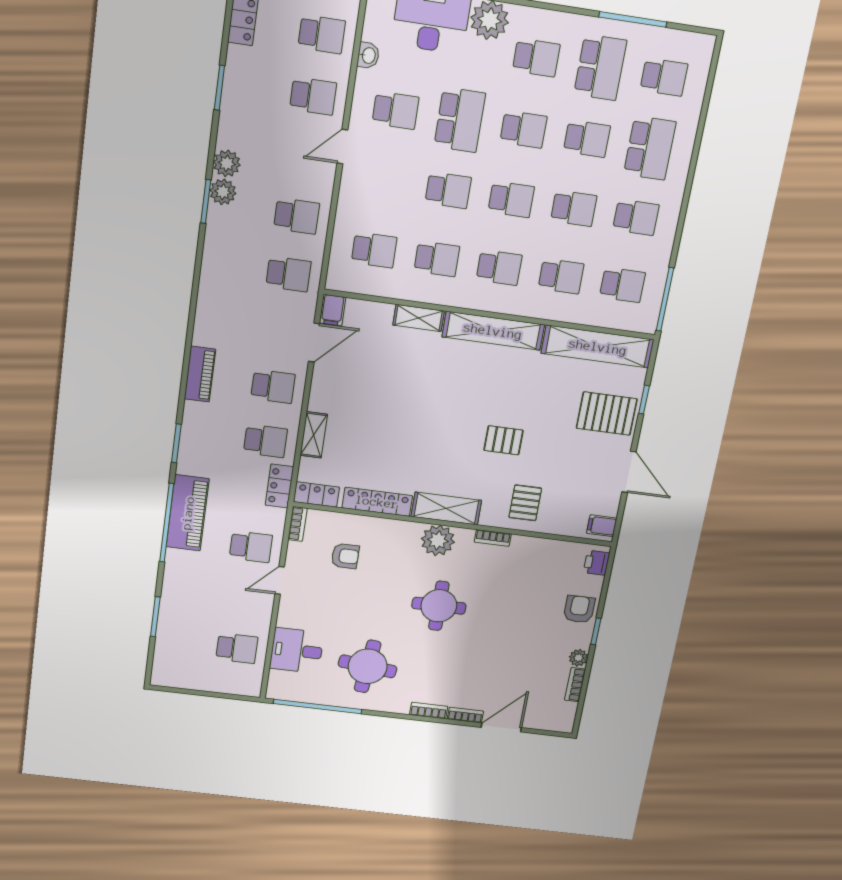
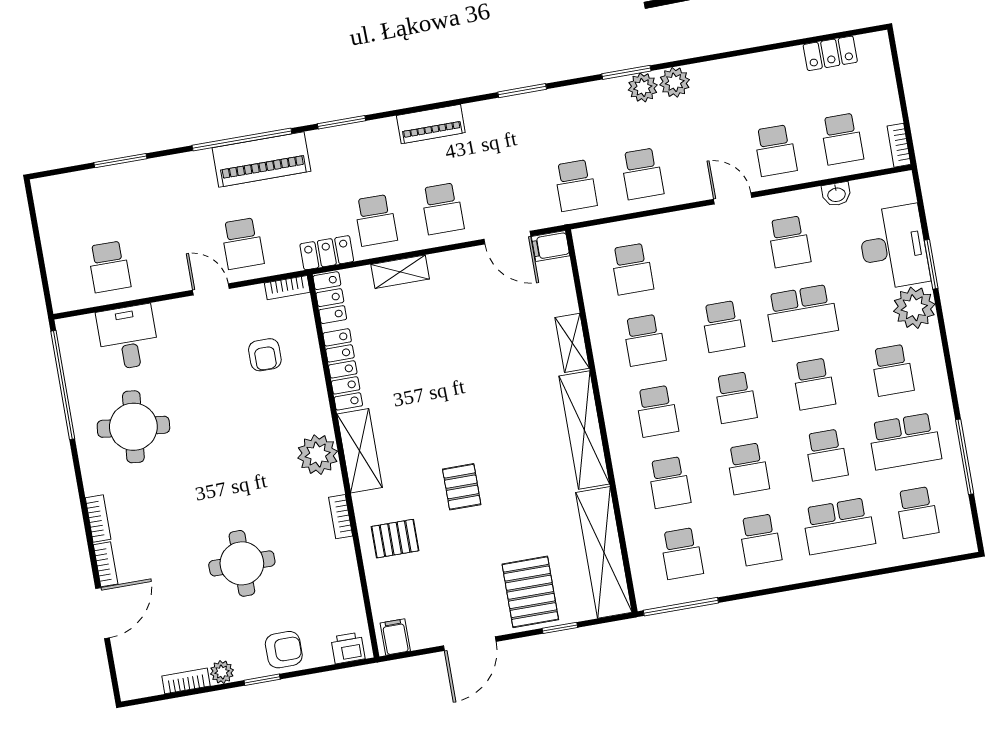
window: (219, 88) -> (522, 91), moved
round table: (439, 606) -> (242, 563), moved
door: (501, 727) -> (103, 613), hinge flipped

